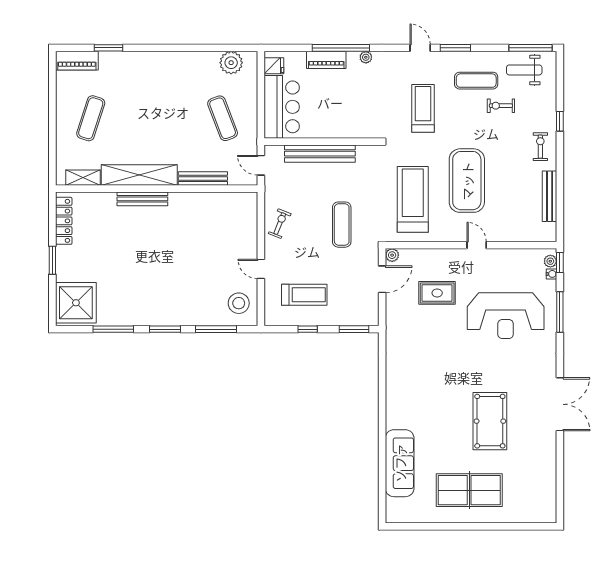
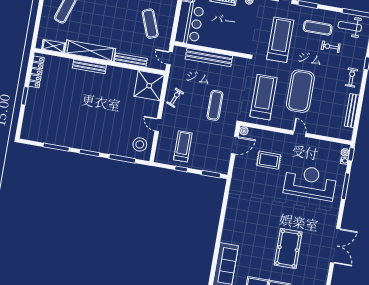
treadmill: (423, 108) -> (280, 40), width x1.37, depth x1.38
treadmill: (304, 295) -> (183, 146), turned -90
shower: (76, 303) -> (149, 86), moved
reception desk: (506, 316) -> (310, 182), turned 180

